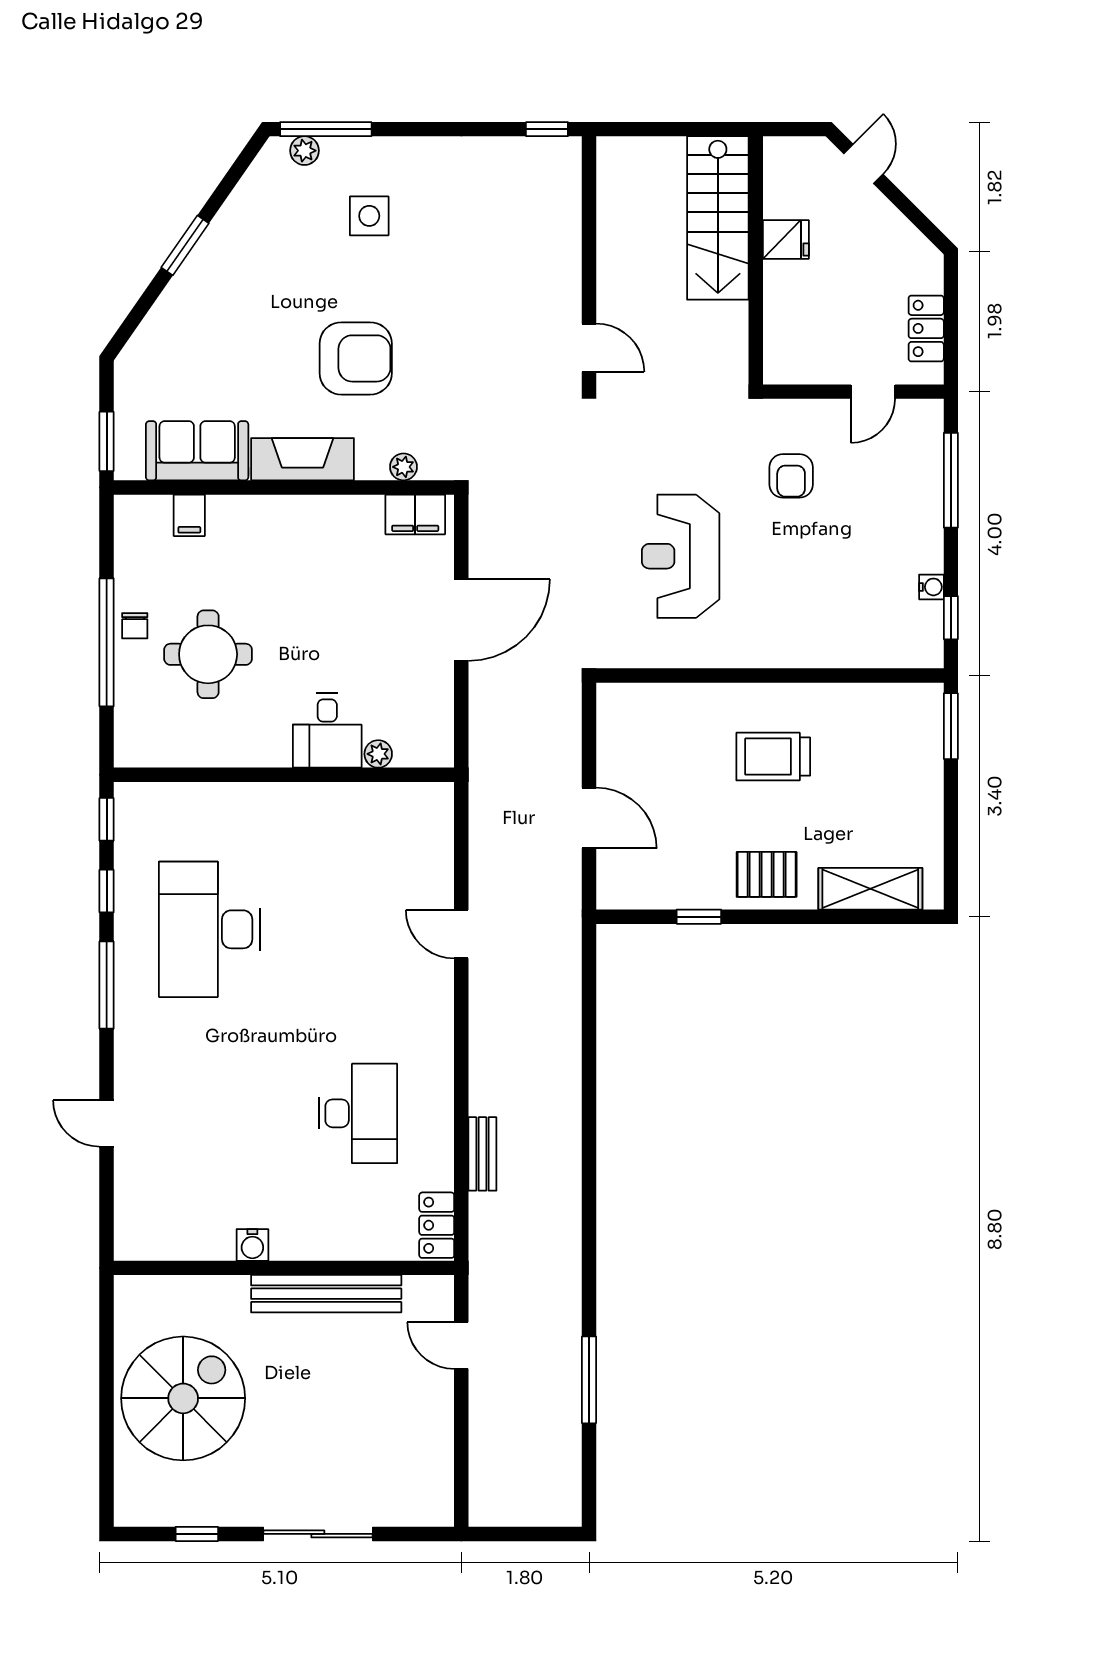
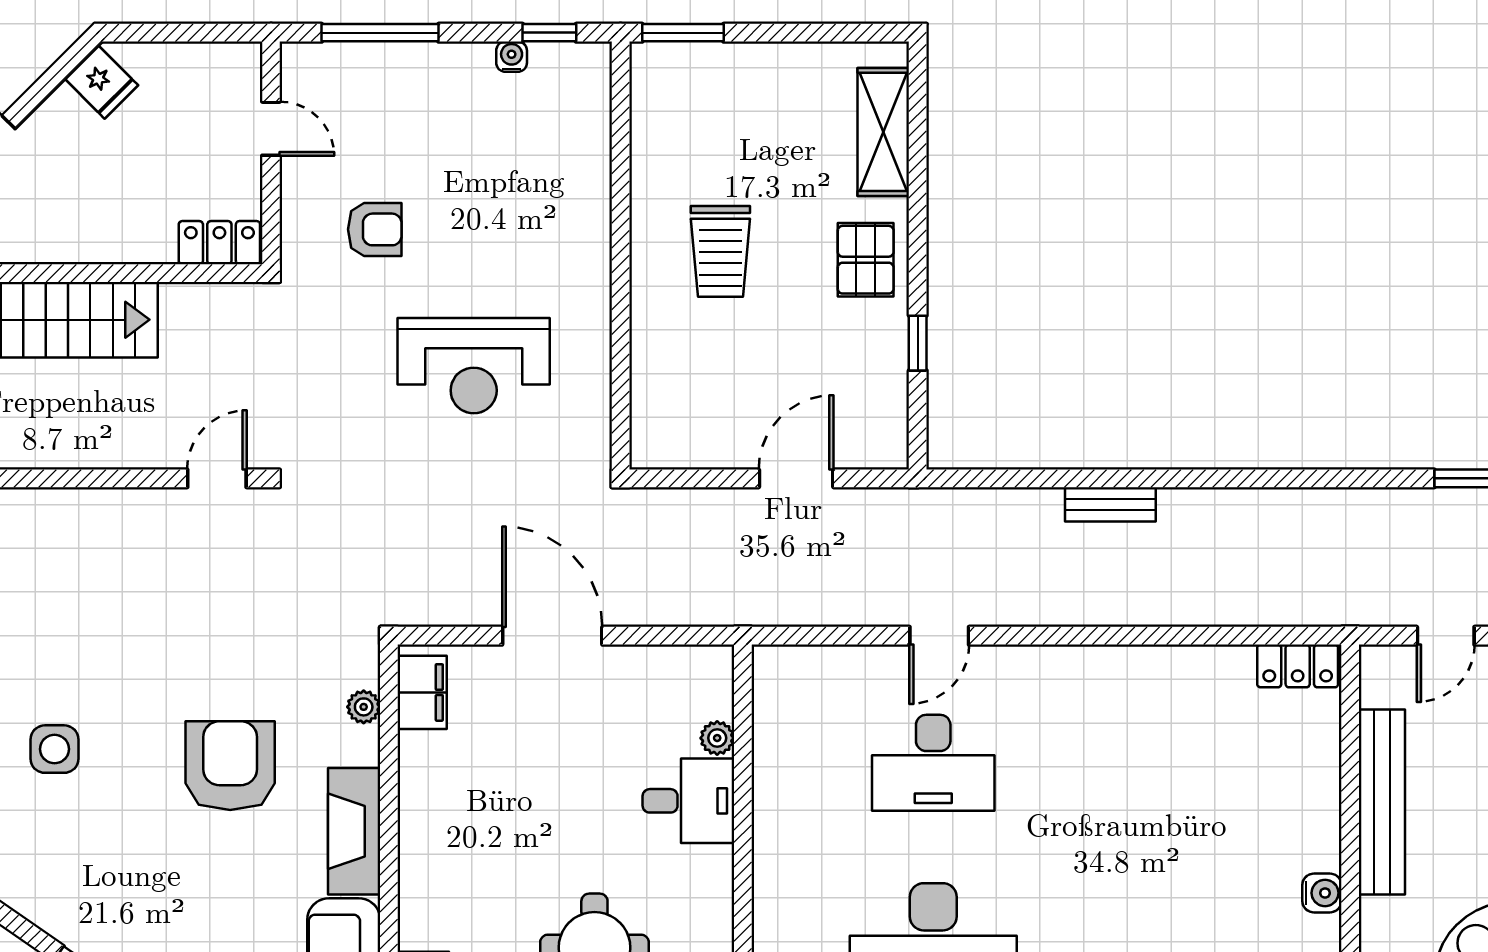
fridge: (786, 239) -> (101, 82), moved, turned 135
locker: (926, 328) -> (219, 243), moved, turned 180
desk: (358, 1113) -> (933, 763), moved, turned 180
bench: (482, 1154) -> (1110, 504), moved

